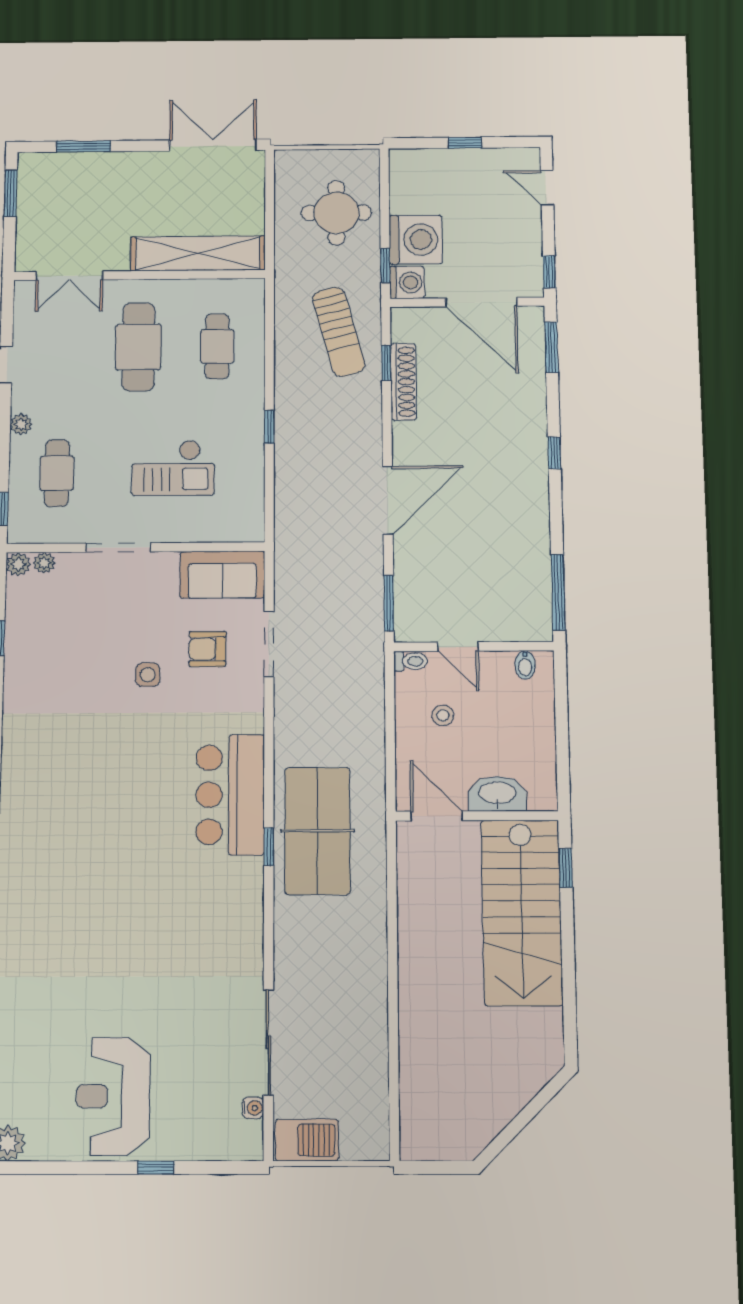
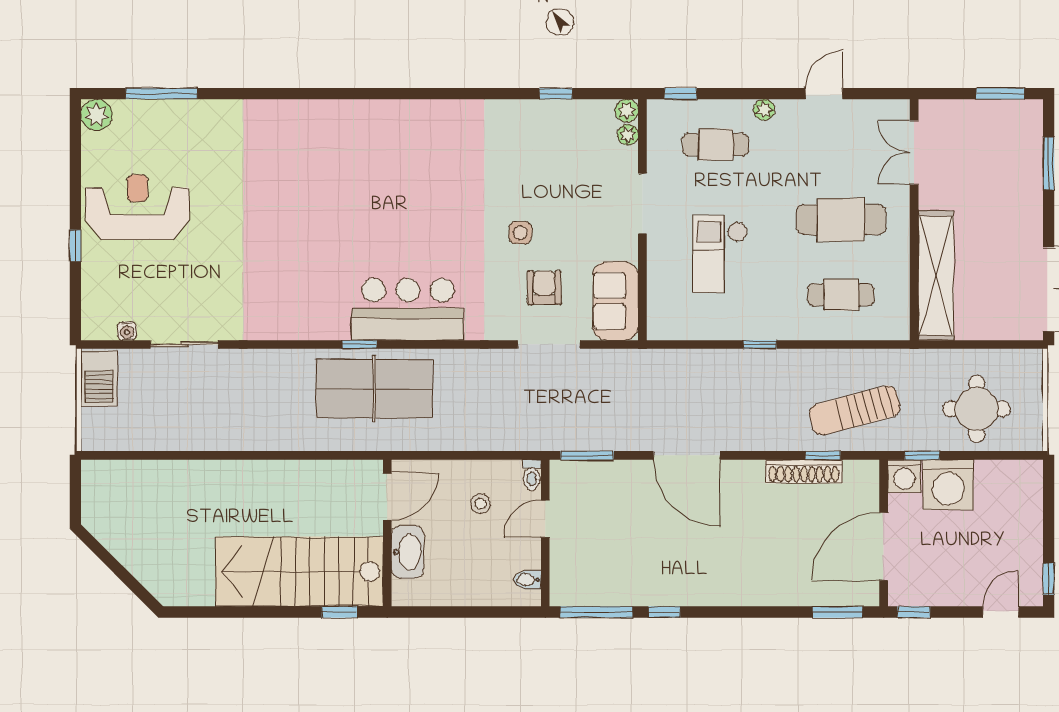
window: (465, 143) -> (1049, 579), moved
window: (554, 453) -> (664, 612), moved
sliding door: (268, 1042) -> (184, 344), width x0.73

